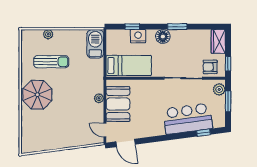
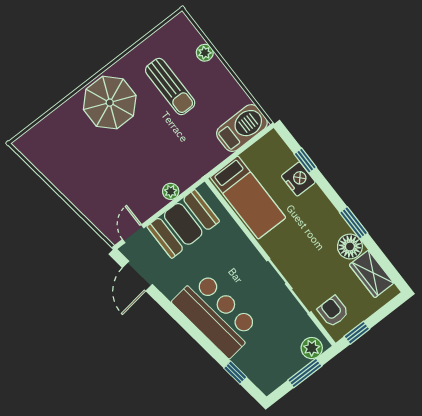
floor lamp: (163, 37) -> (350, 246), moved
wardrobe: (218, 41) -> (372, 274), moved, turned -90
bar counter: (188, 119) -> (216, 315), moved

